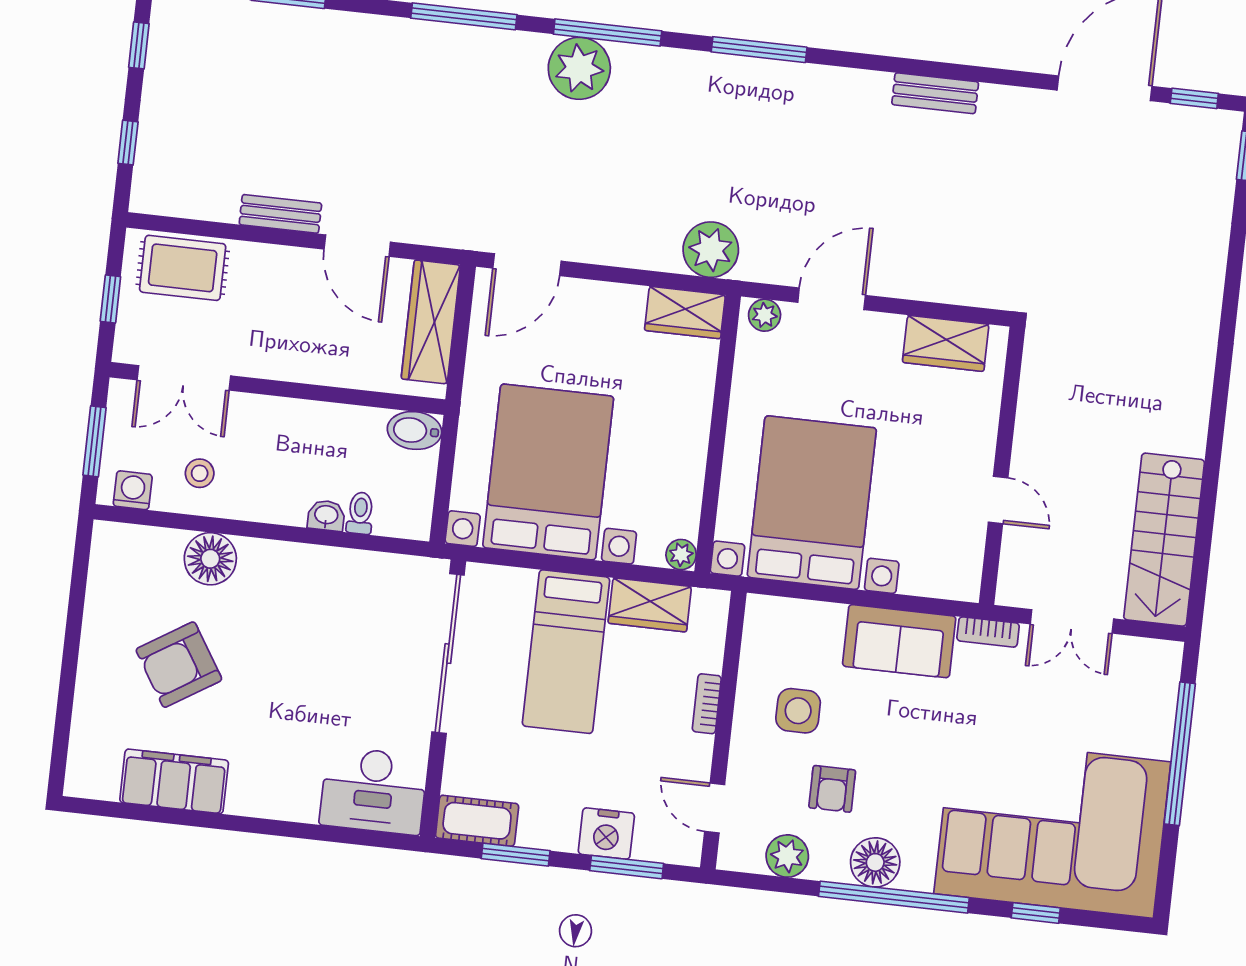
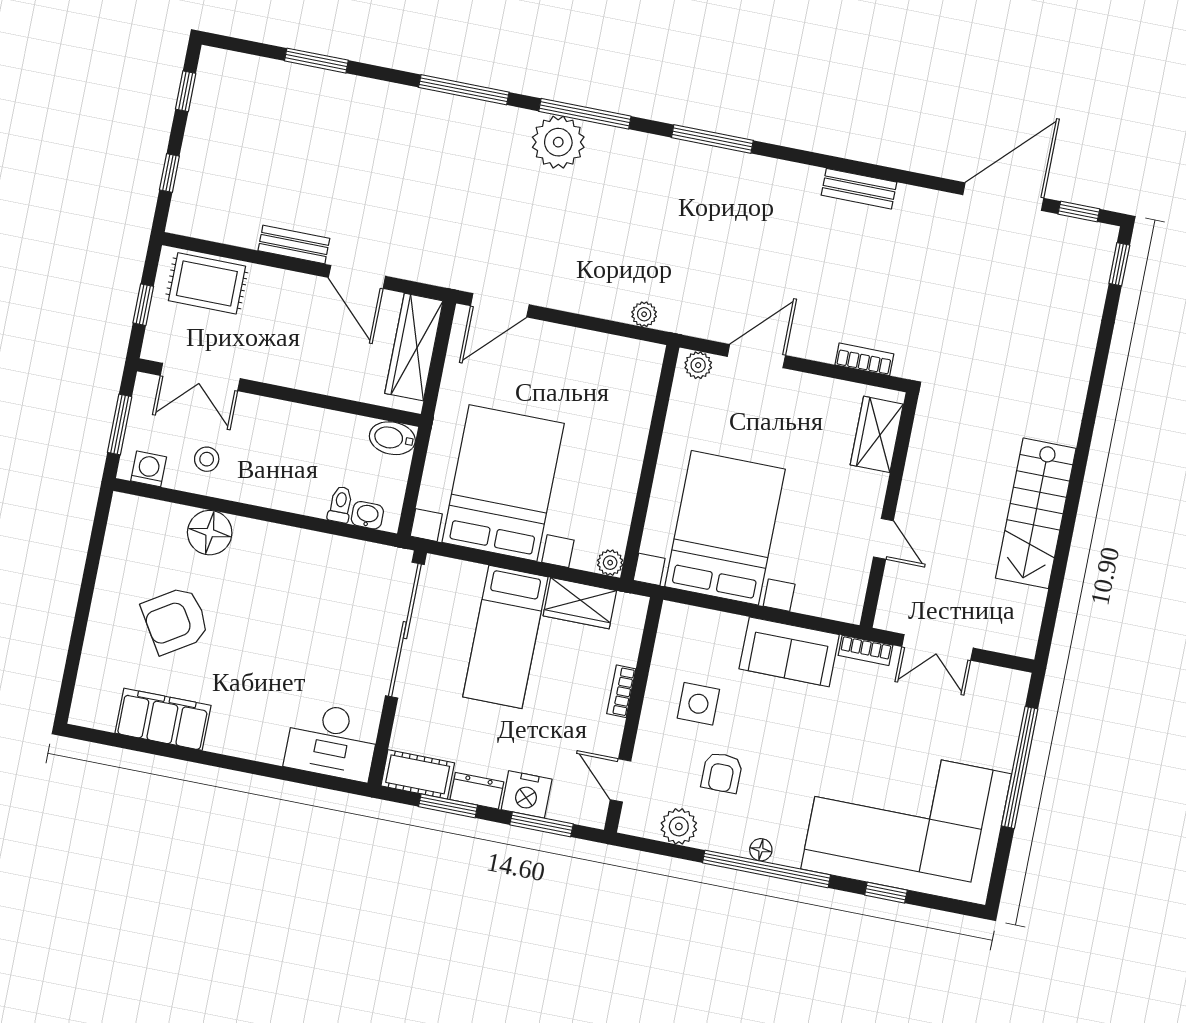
plant: (711, 250) -> (644, 314), width x0.53, depth x0.53
bookcase: (958, 292) -> (864, 359), added
wardrobe: (685, 313) -> (631, 357), removed
wardrobe: (946, 343) -> (877, 434), moved, turned 90
washbasin: (326, 516) -> (367, 515), moved
stairs: (1164, 540) -> (1036, 513), moved
dresser: (548, 834) -> (477, 791), added
floor lamp: (875, 862) -> (761, 850), width x0.53, depth x0.53

